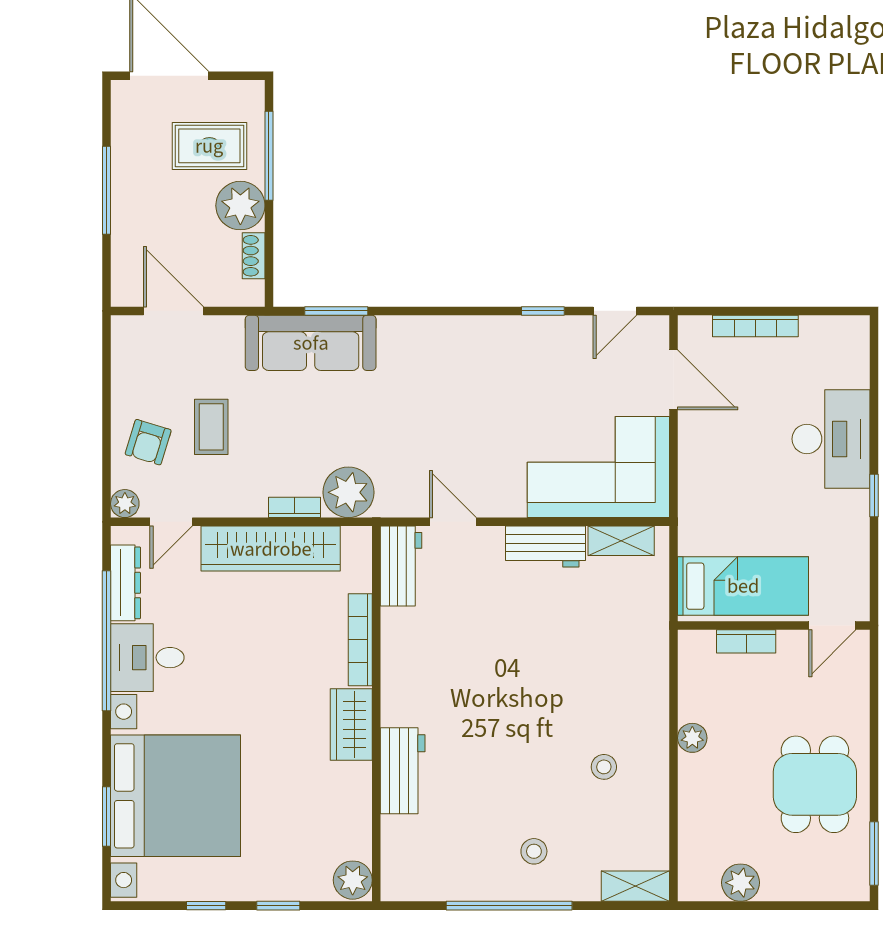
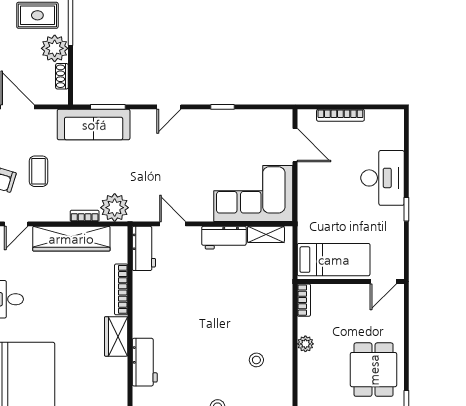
door: (615, 311) -> (169, 107), moved
bookcase: (746, 641) -> (304, 300), moved, turned -90

